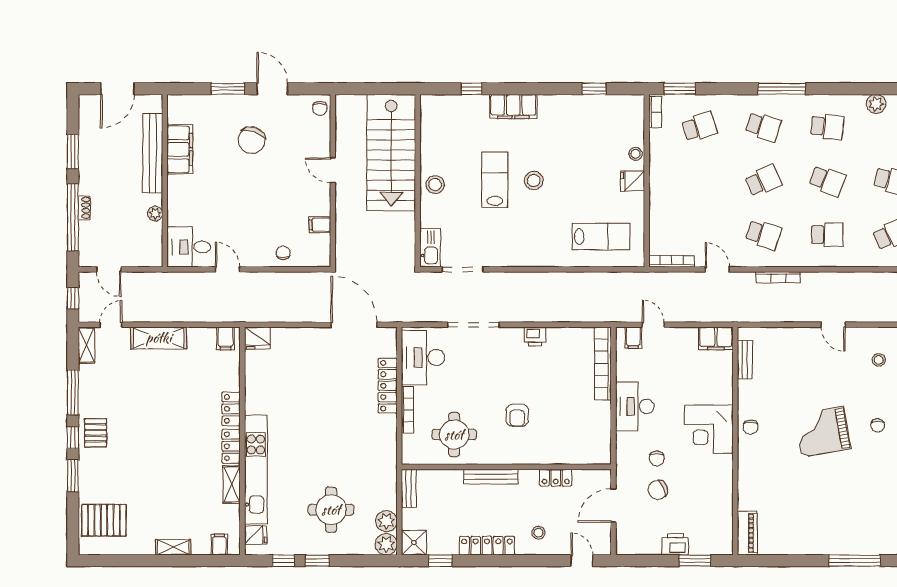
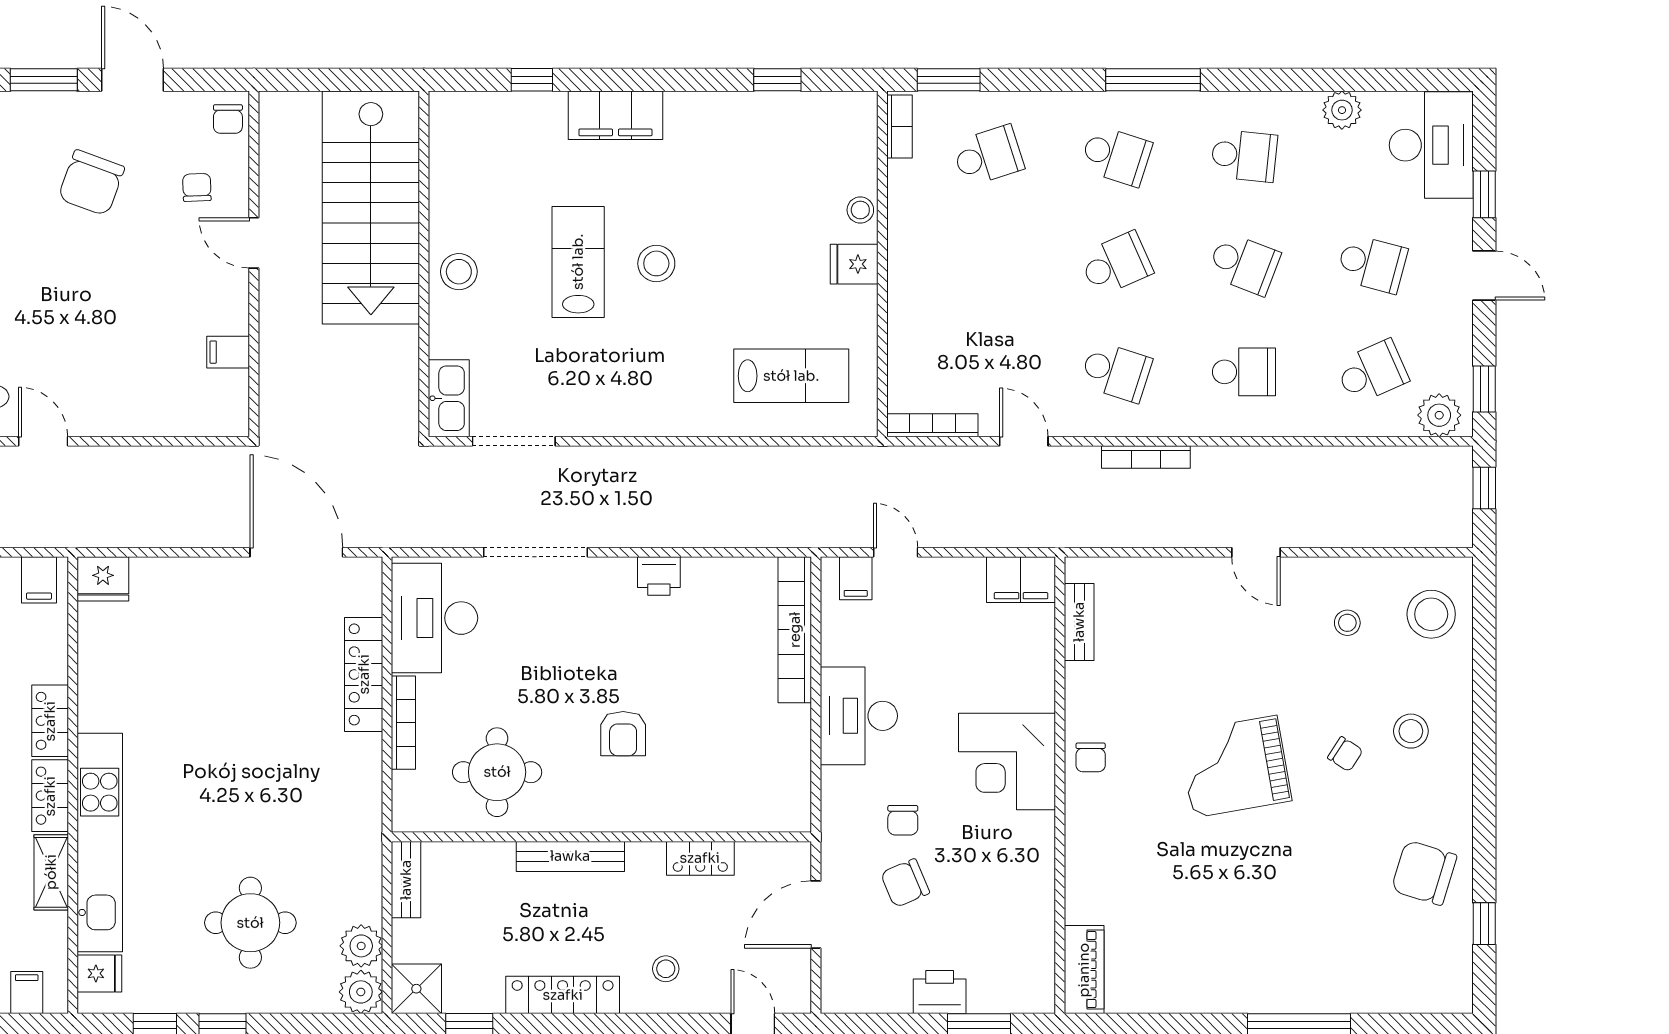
chair: (283, 253) -> (197, 187), moved
chair: (878, 426) -> (1345, 754), turned -57

